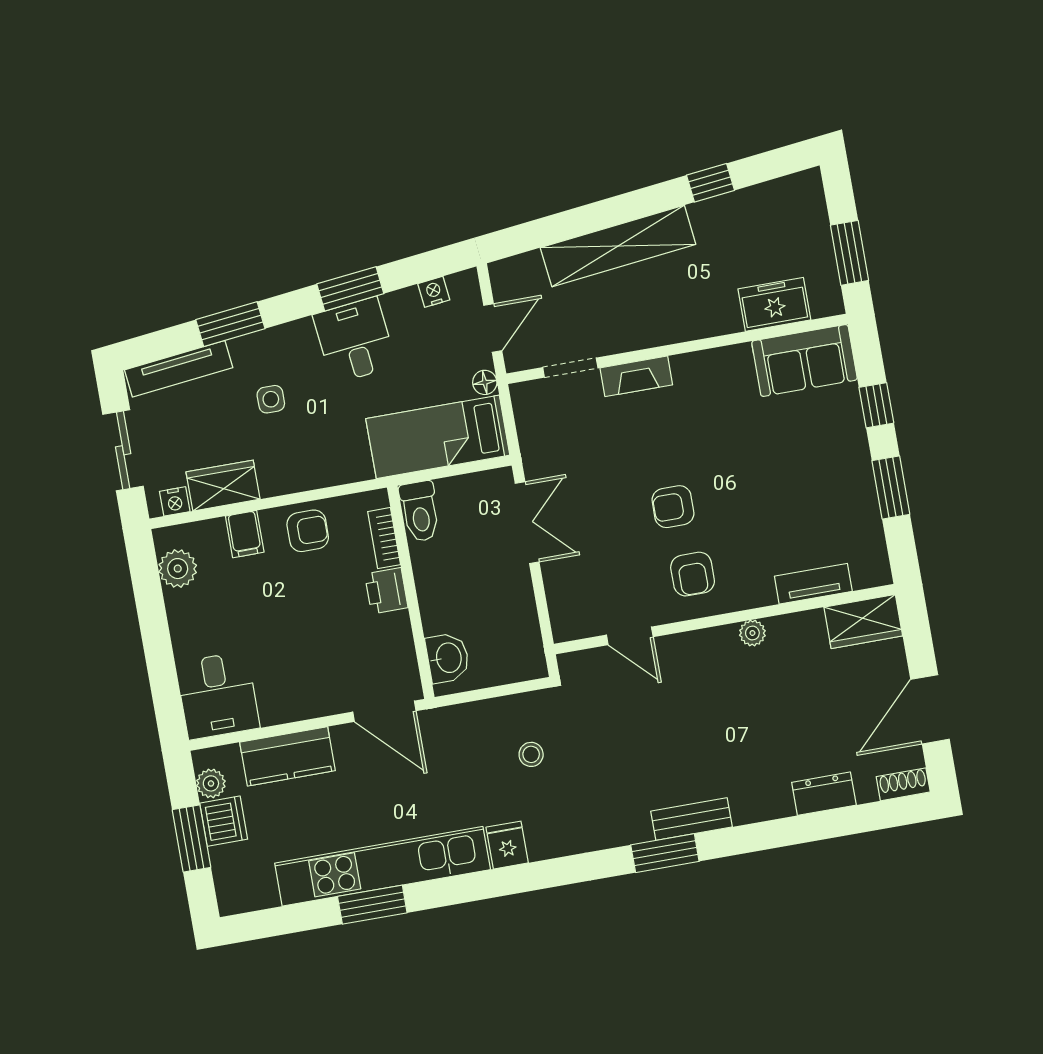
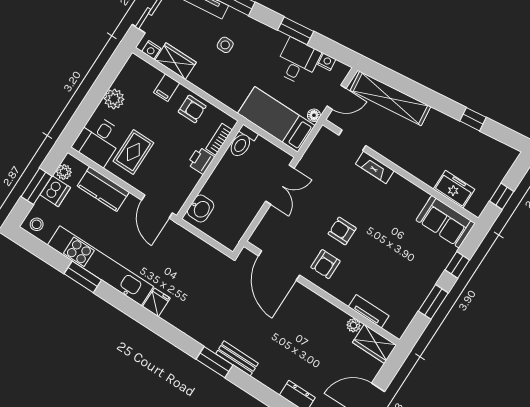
shelving: (618, 246) -> (390, 98), moved
window: (849, 253) -> (502, 196), width x0.67
desk: (355, 340) -> (298, 62), moved
plant: (178, 569) -> (114, 99), moved
plant: (752, 633) -> (353, 325), moved
door: (630, 636) -> (279, 265), width x1.88
rug: (282, 666) -> (133, 152), added
stool: (531, 754) -> (37, 224), moved

